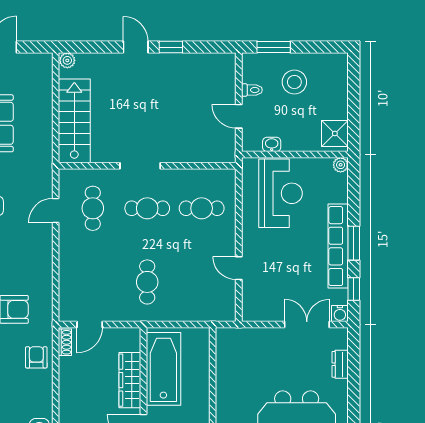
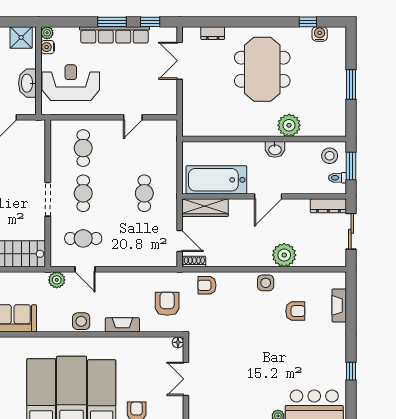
washbasin: (272, 144) -> (27, 83), width x1.91, depth x1.45
plant: (43, 176) -> (57, 280), added
cafe table: (147, 282) -> (144, 193), turned 90
water cooler: (340, 314) -> (48, 47), moved, turned 180
wardrobe: (130, 380) -> (205, 208), moved

